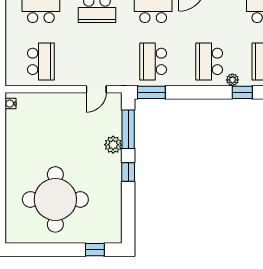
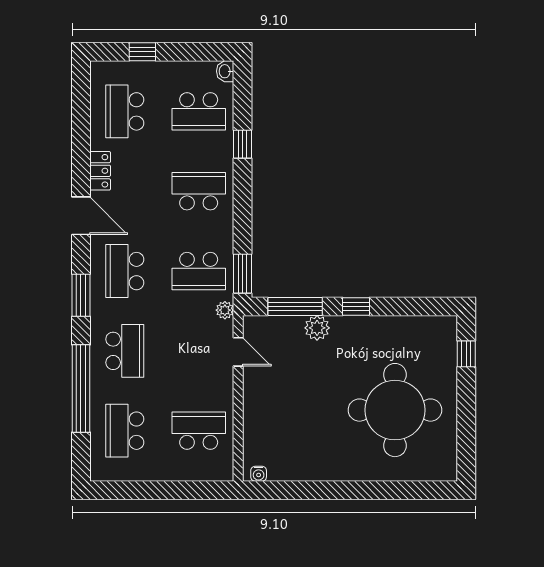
school desk: (209, 61) -> (199, 191), turned 180
plant: (232, 80) -> (225, 310), moved

